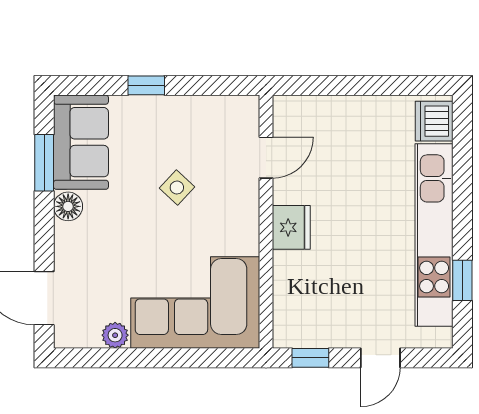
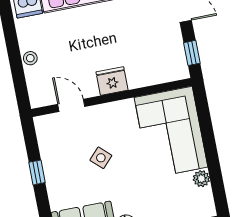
window: (146, 85) -> (37, 172), moved
stool: (350, 109) -> (30, 58), added

